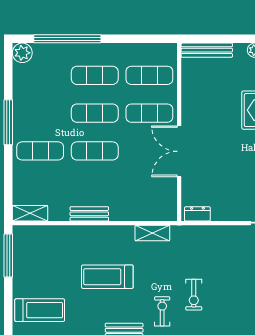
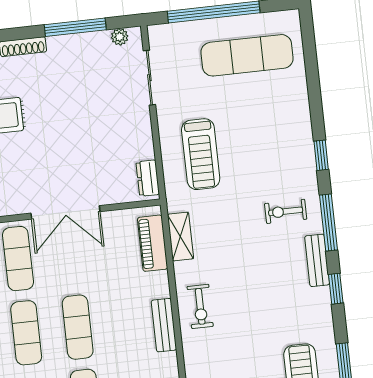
piano: (150, 212) -> (153, 243), added
treadmill: (107, 277) -> (201, 154), moved
exercise bike: (194, 295) -> (200, 306), moved, turned 90

